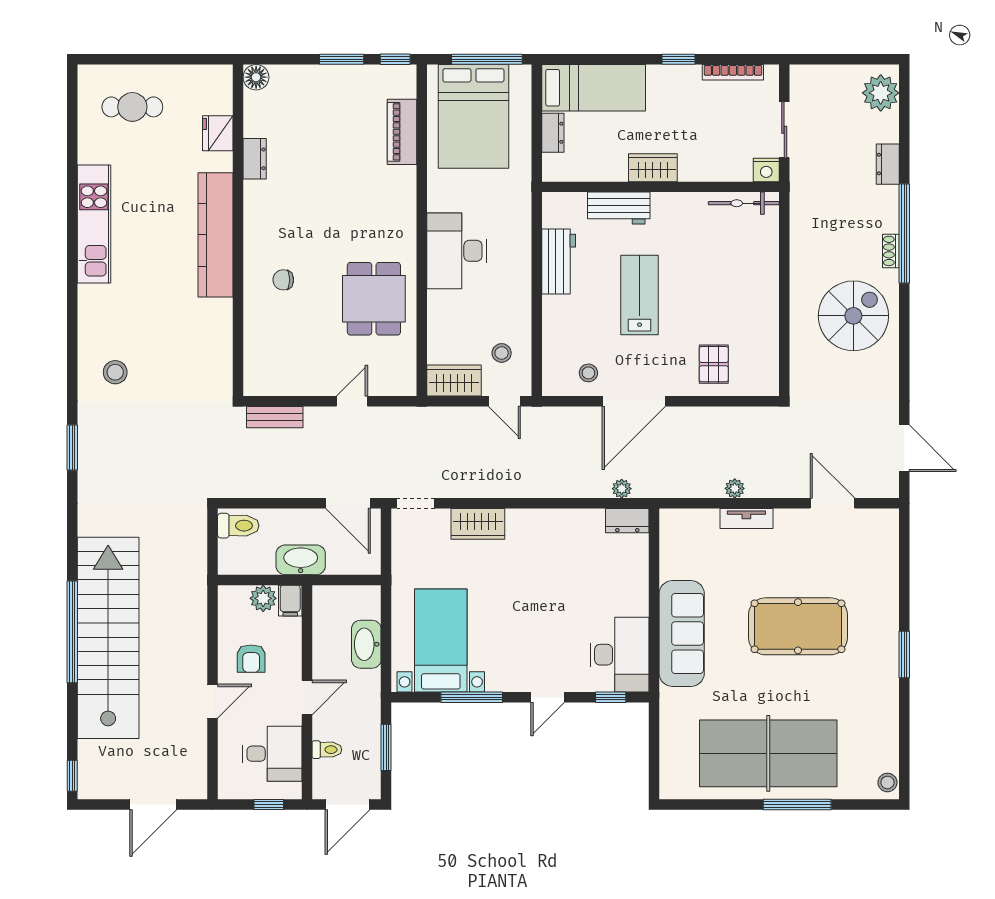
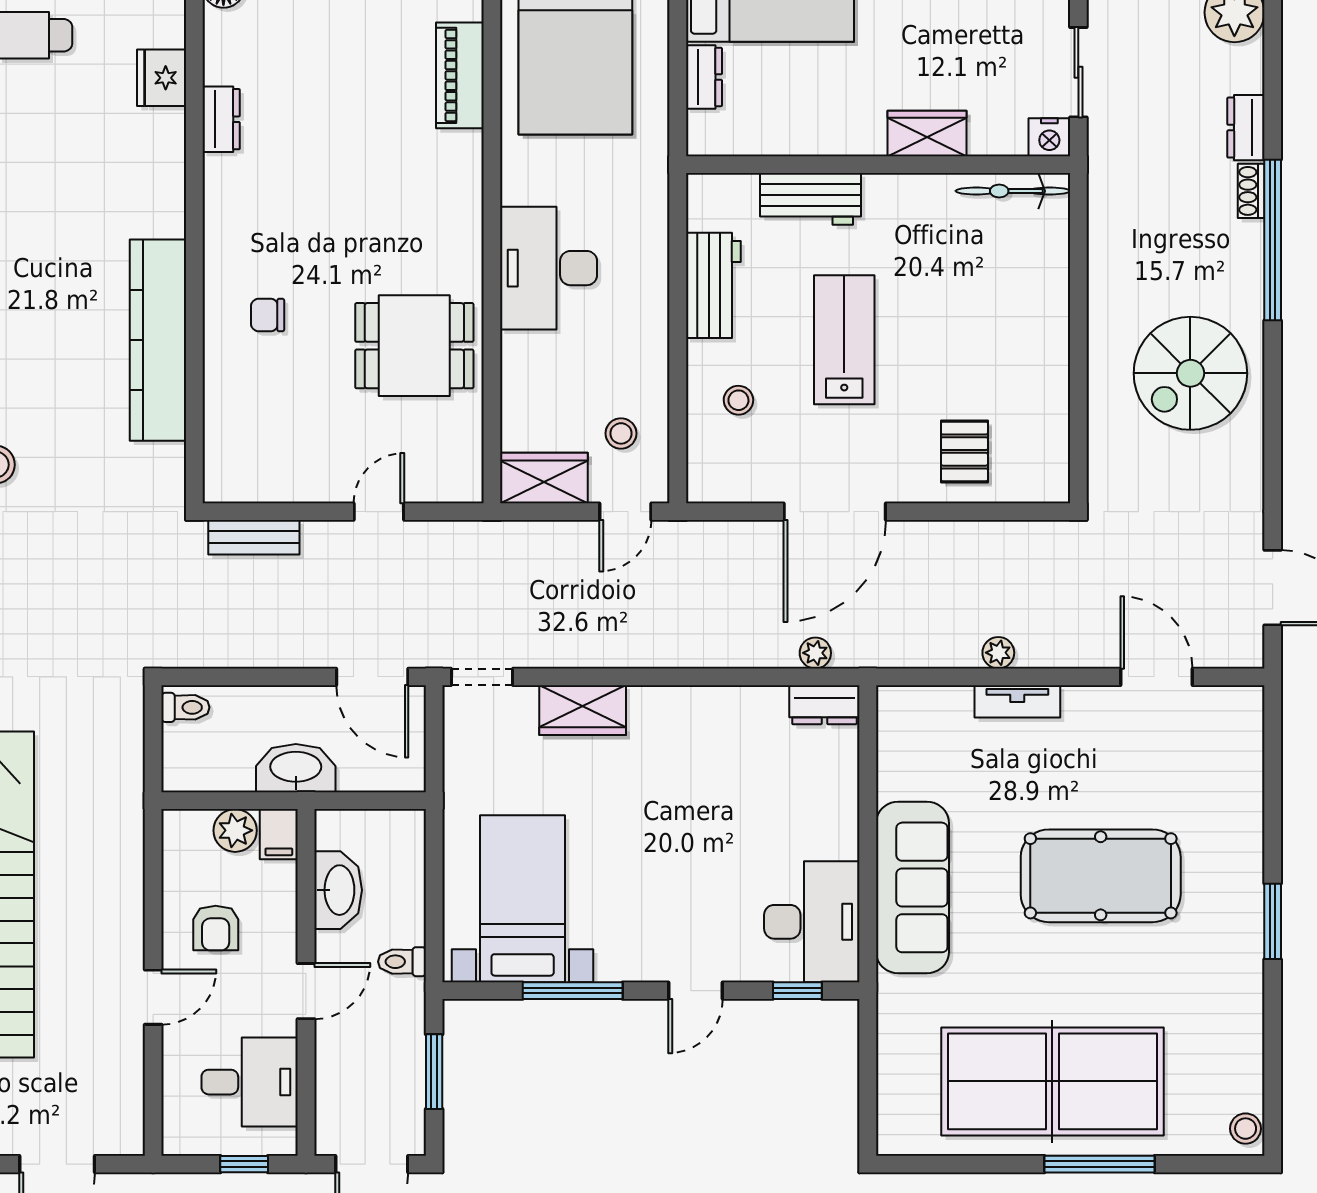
wardrobe: (653, 168) -> (927, 133), moved
kitchen counter: (216, 235) -> (158, 340), moved
shoe rack: (891, 251) -> (1251, 191), moved
dining table: (374, 299) -> (414, 346), turned 90
spiral stairs: (853, 316) -> (1190, 373), turned 180
stool: (588, 373) -> (738, 400), moved
door: (504, 401) -> (625, 512), hinge flipped
toilet: (238, 526) -> (185, 707), width x0.73, depth x0.72
washbasin: (366, 644) -> (338, 890), moved, turned 180
toilet: (327, 750) -> (402, 962), moved, turned 180

